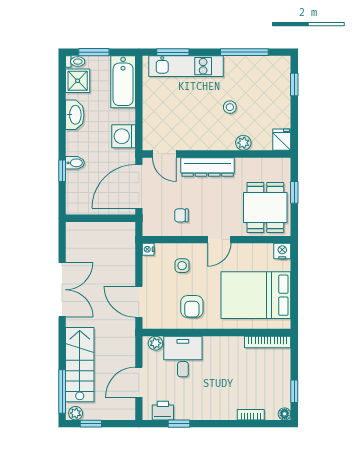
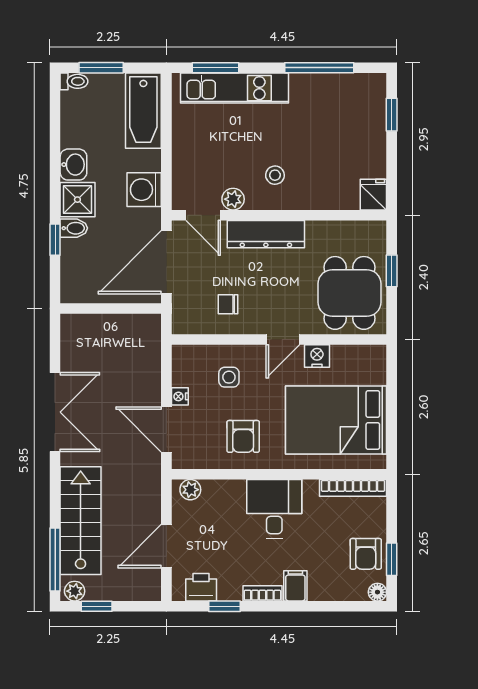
shower: (78, 81) -> (77, 200), moved
stool: (230, 107) -> (275, 175), moved
washbasin: (75, 115) -> (73, 165), width x0.72
plant: (243, 143) -> (233, 199), moved
nightstand: (148, 249) -> (180, 396), moved
nightstand: (282, 251) -> (317, 356), moved
desk: (183, 357) -> (274, 509), moved
armchair: (276, 388) -> (366, 554), added
filing cabinet: (228, 410) -> (295, 586), added
bookcase: (251, 415) -> (262, 593), moved

